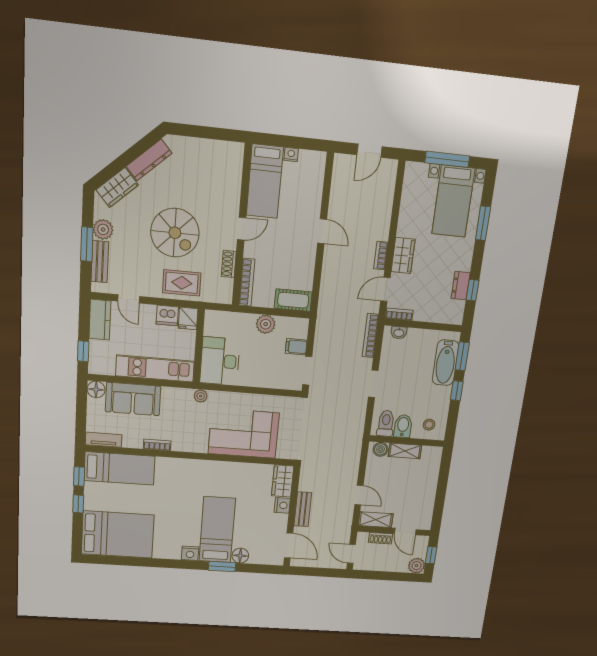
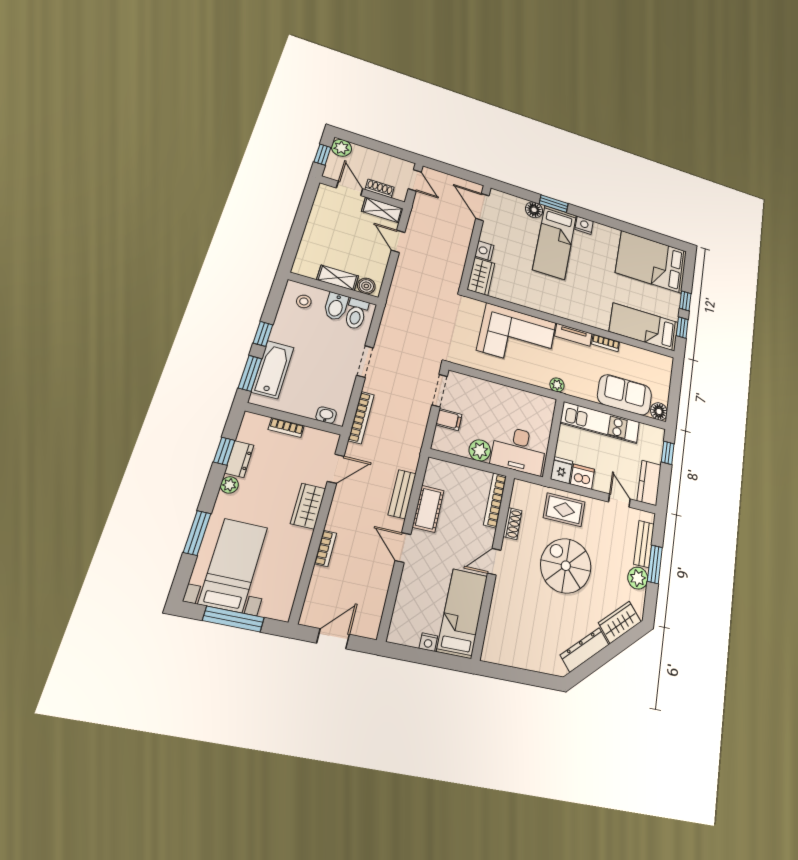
bookcase: (381, 255) -> (325, 548), moved
plant: (465, 264) -> (229, 485), added
cot: (293, 300) -> (428, 509), moved, turned 90
bookcase: (399, 314) -> (286, 428), moved
desk: (220, 361) -> (519, 450), moved, turned 90
tv unit: (104, 440) -> (573, 335), moved
bench: (303, 509) -> (402, 494), moved

